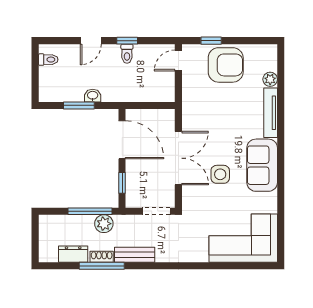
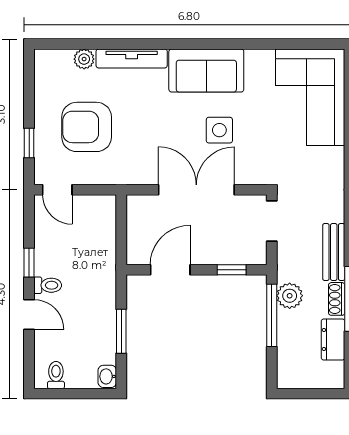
toilet: (127, 54) -> (48, 285), moved
armchair: (226, 65) -> (87, 127), moved, turned -90
washbasin: (93, 96) -> (107, 376), moved
door: (122, 140) -> (170, 270), width x0.73

